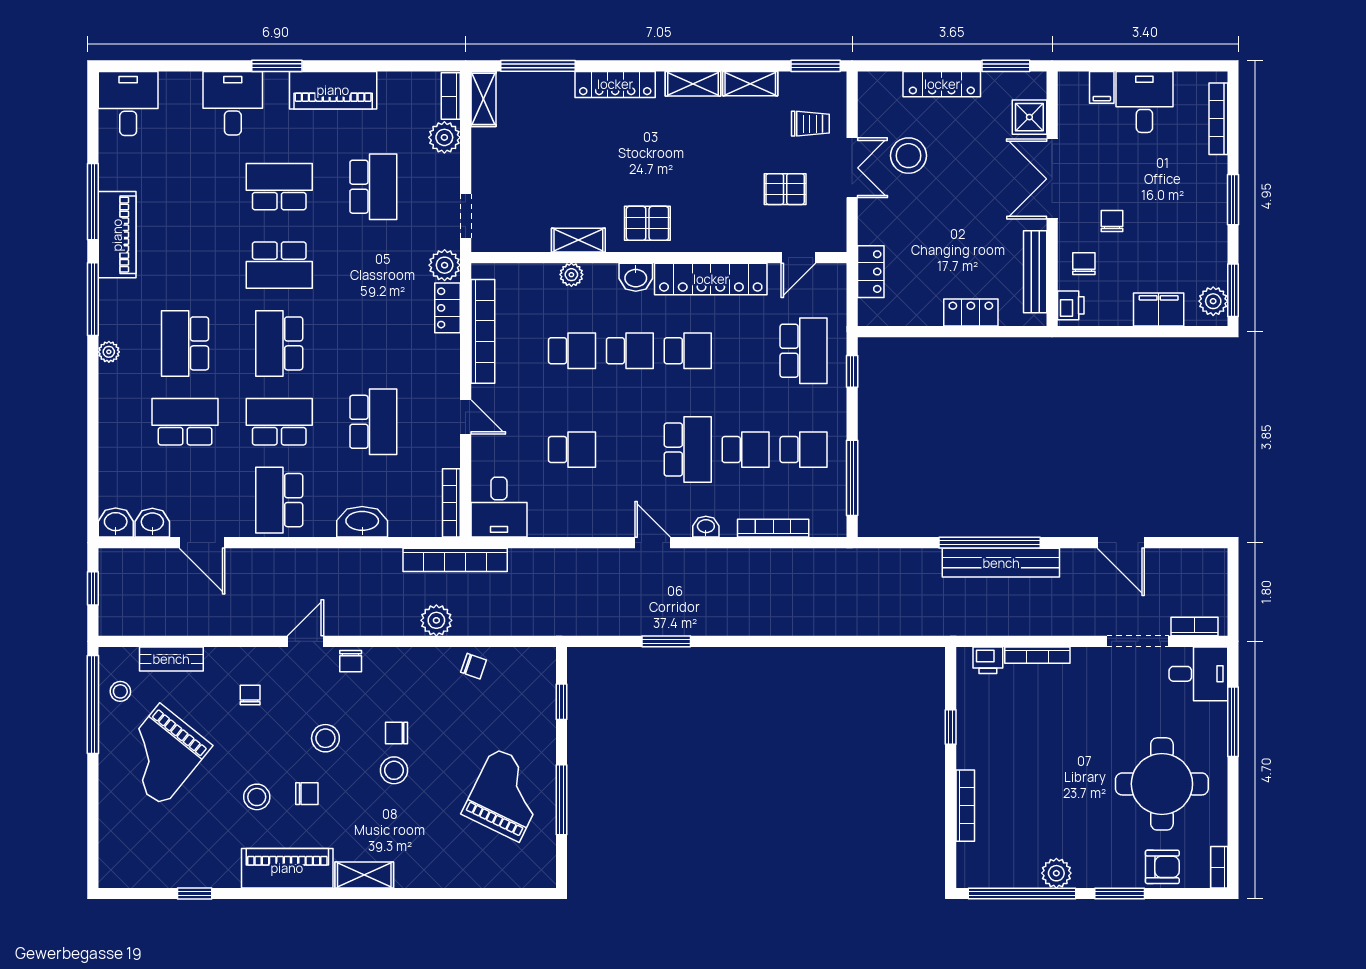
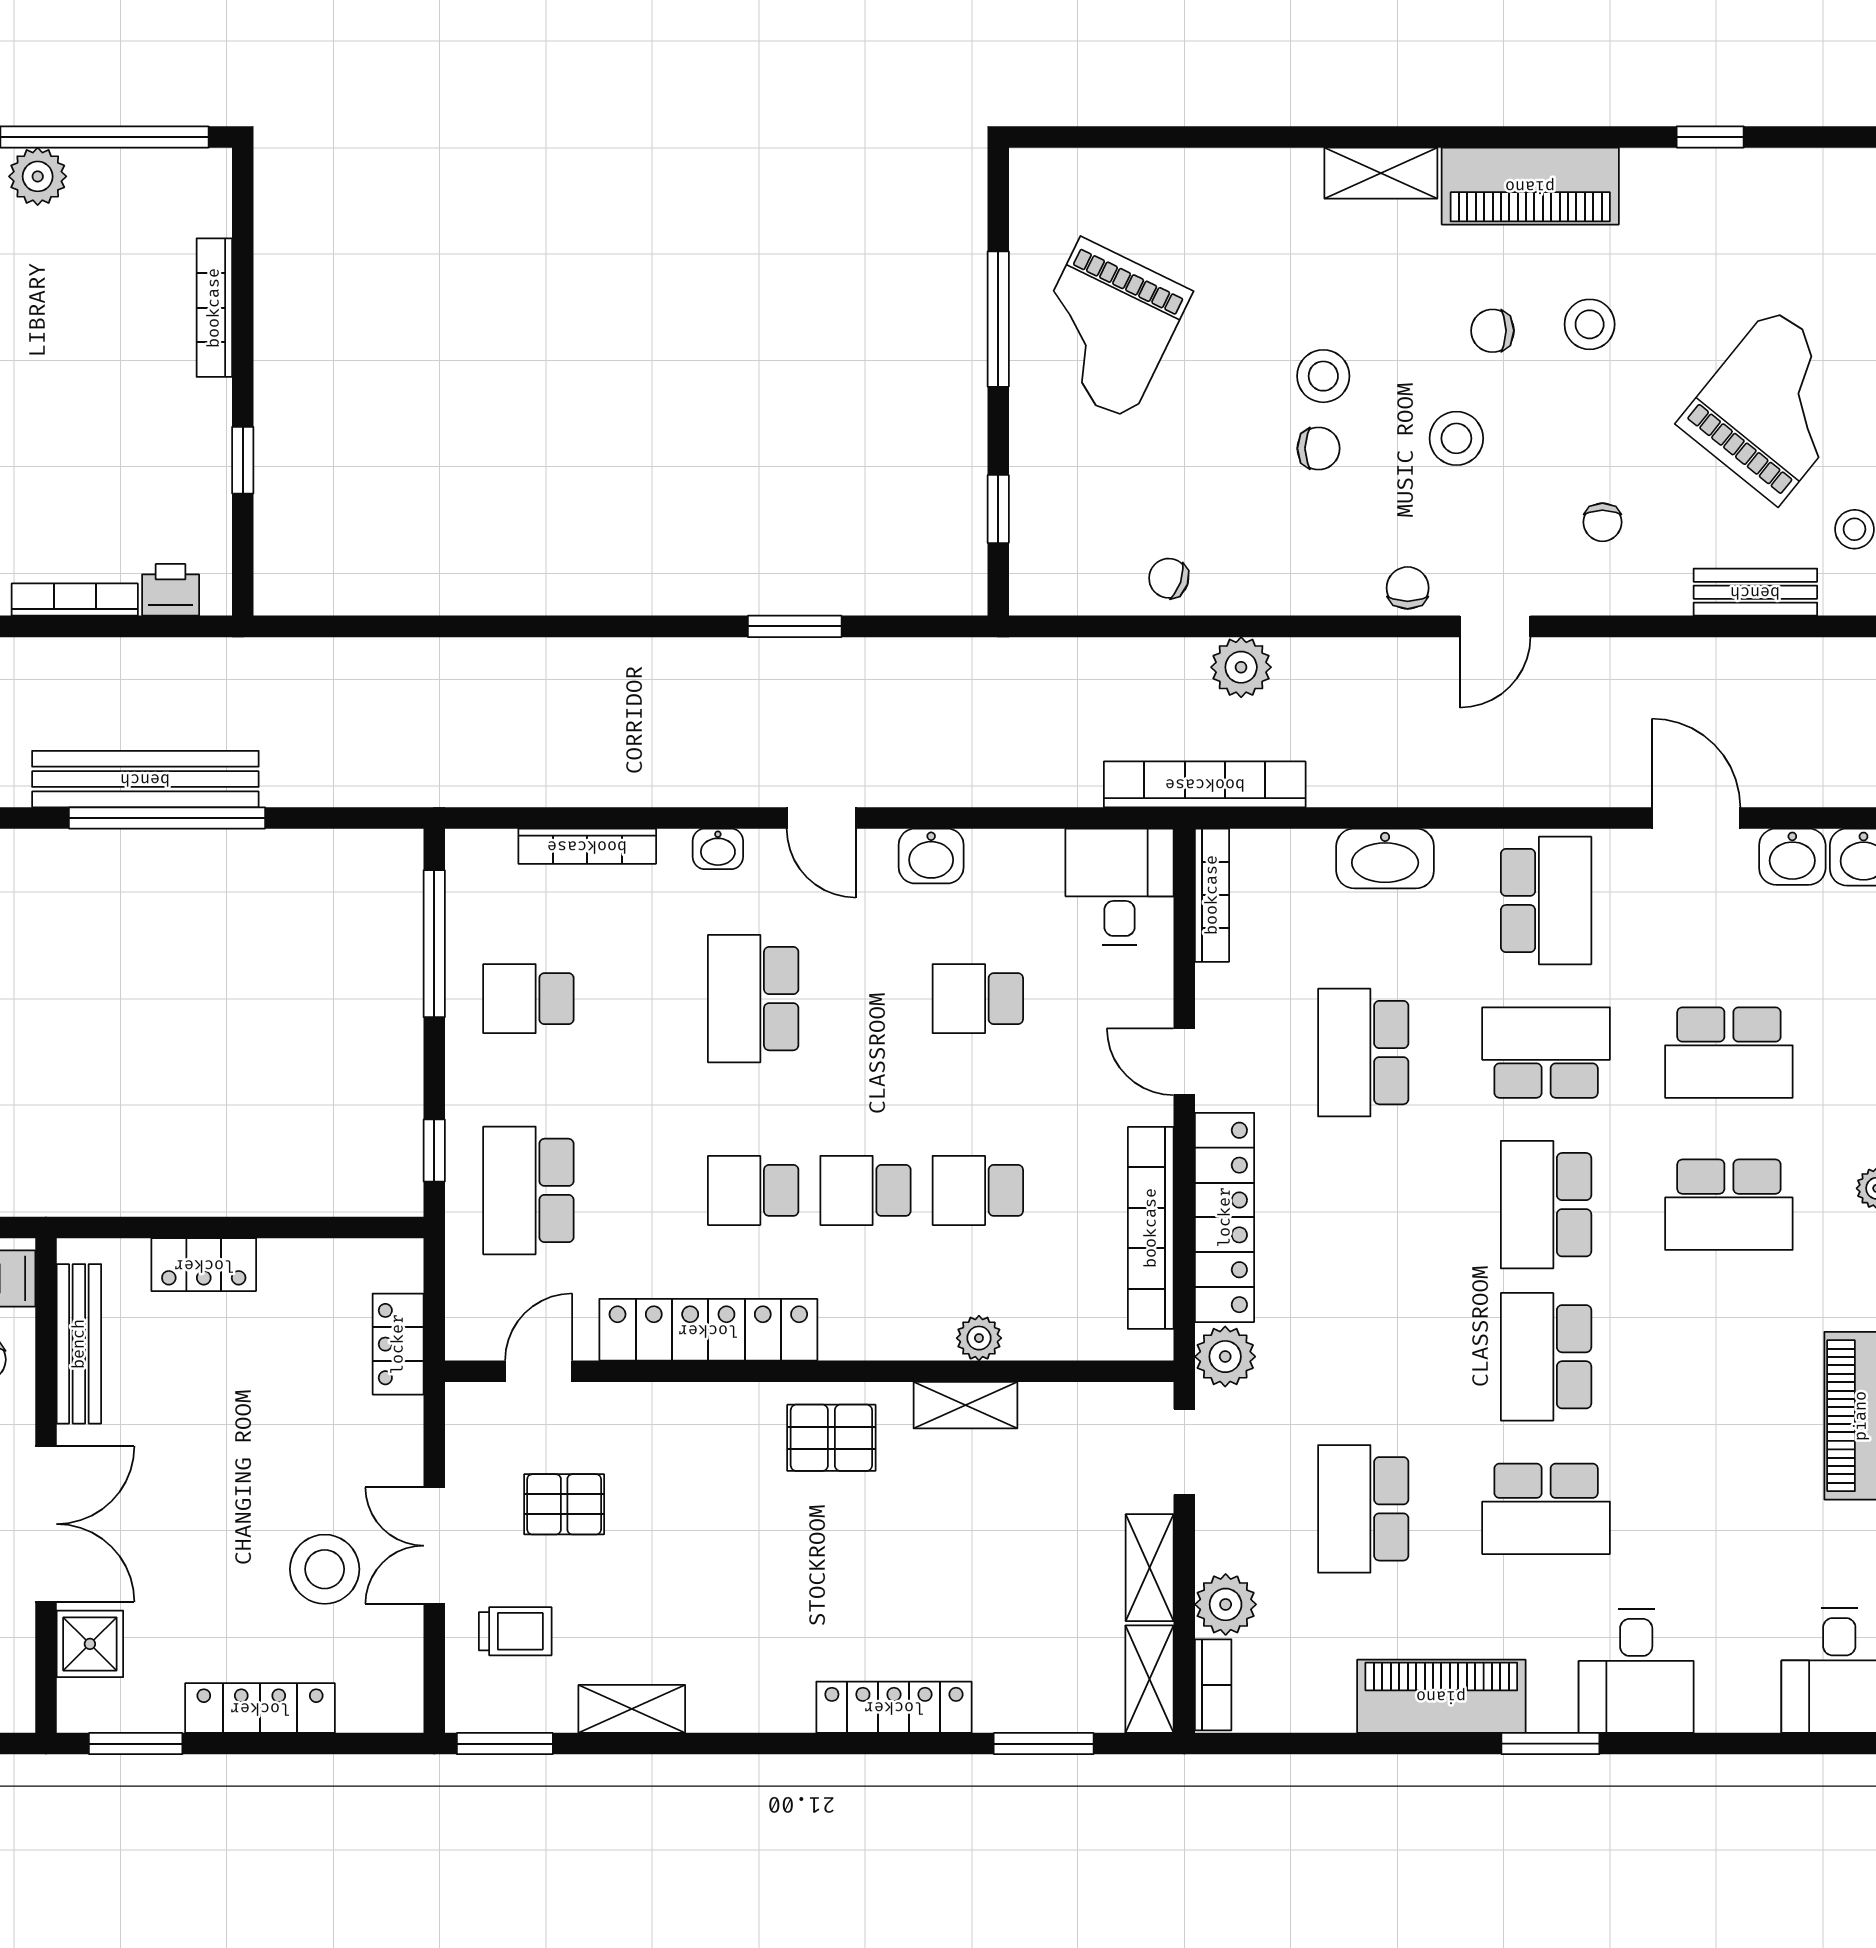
window: (538, 66) -> (1044, 1744), width x0.69
shelving: (693, 84) -> (1150, 1568), moved, turned 90
trolley: (810, 124) -> (515, 1631), turned 180
school desk: (279, 265) -> (1546, 1357), turned -90
washbasin: (636, 277) -> (931, 856), moved, turned 180
locker: (447, 308) -> (1225, 1217), width x2.16, depth x1.21
school desk: (185, 343) -> (1729, 1205), turned 90
school desk: (279, 343) -> (1546, 1205), turned 180
school desk: (279, 422) -> (1546, 1053), turned 180
school desk: (746, 450) -> (641, 999), removed

